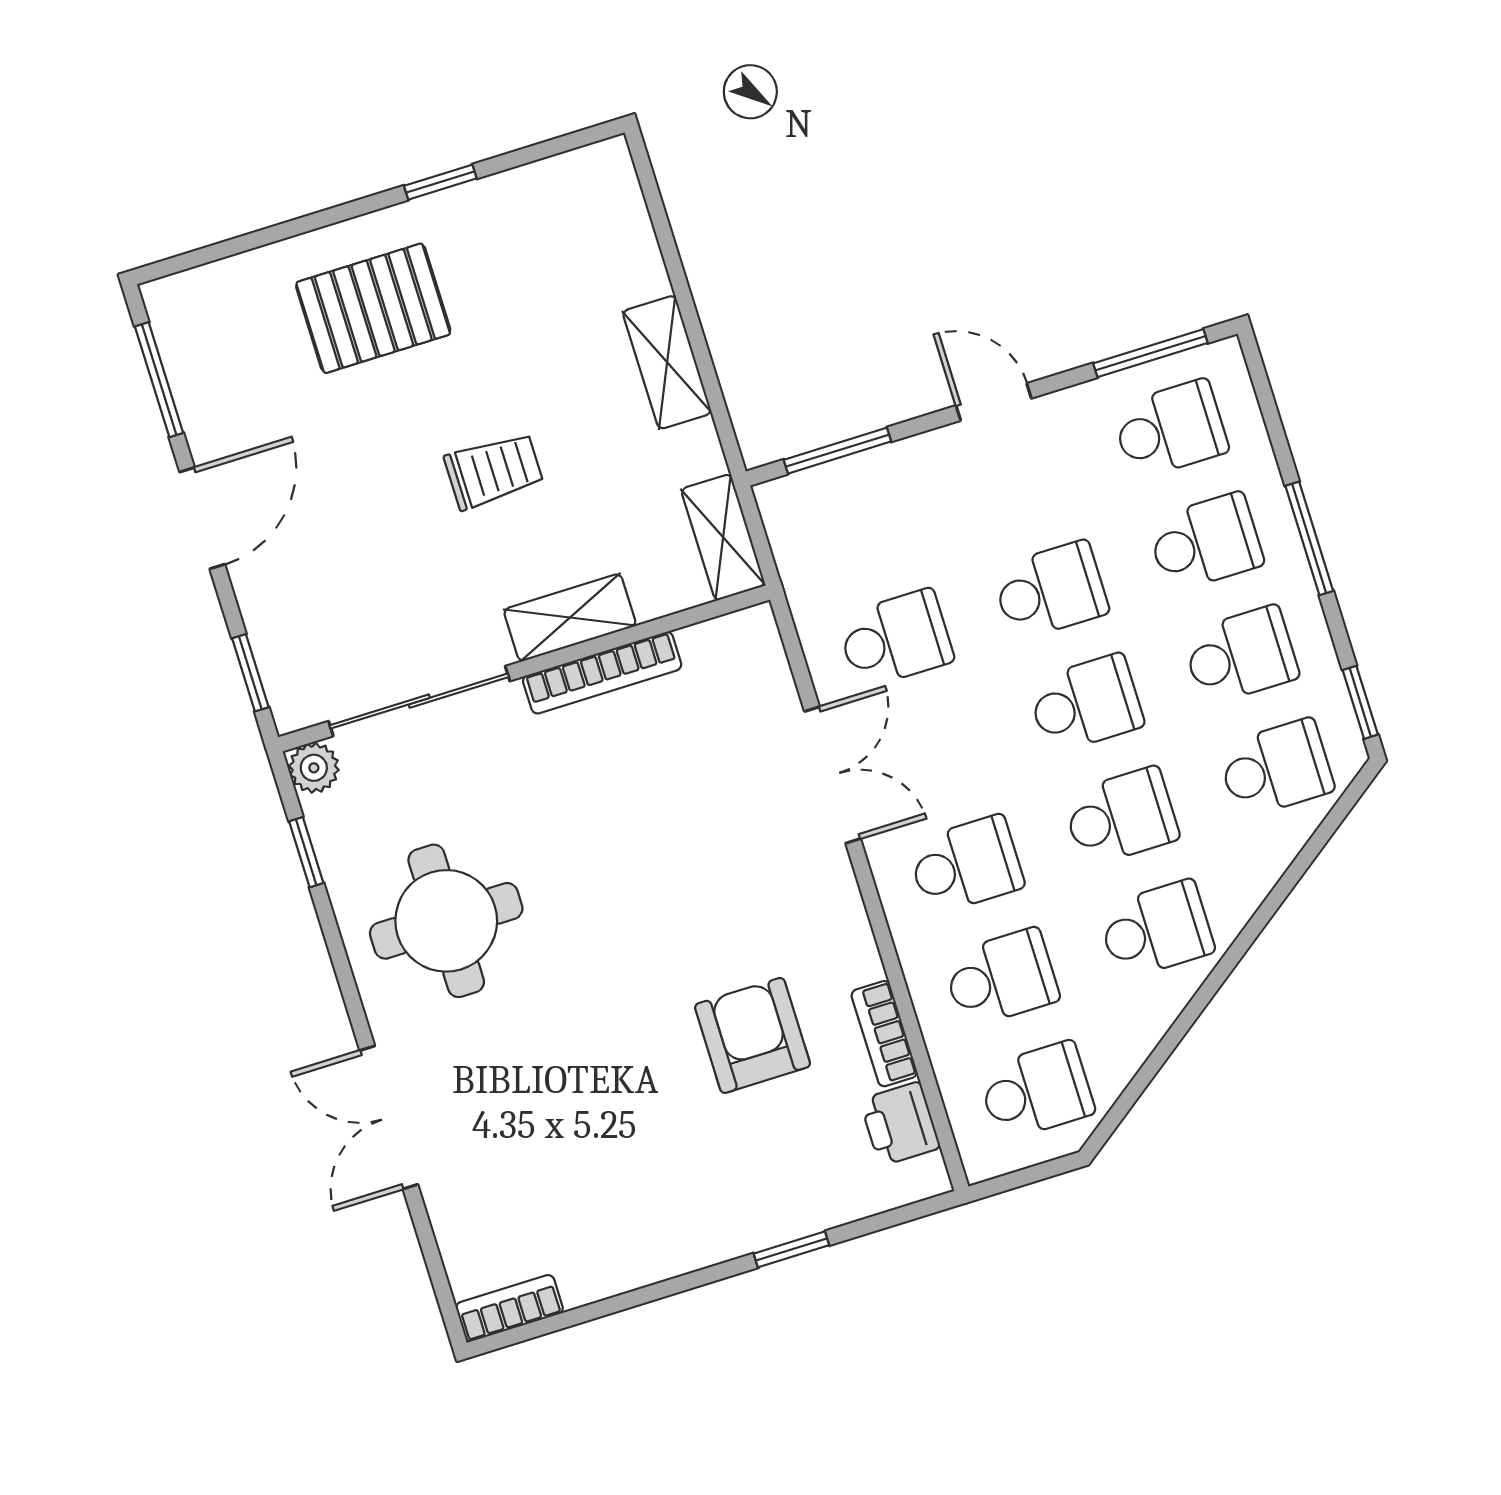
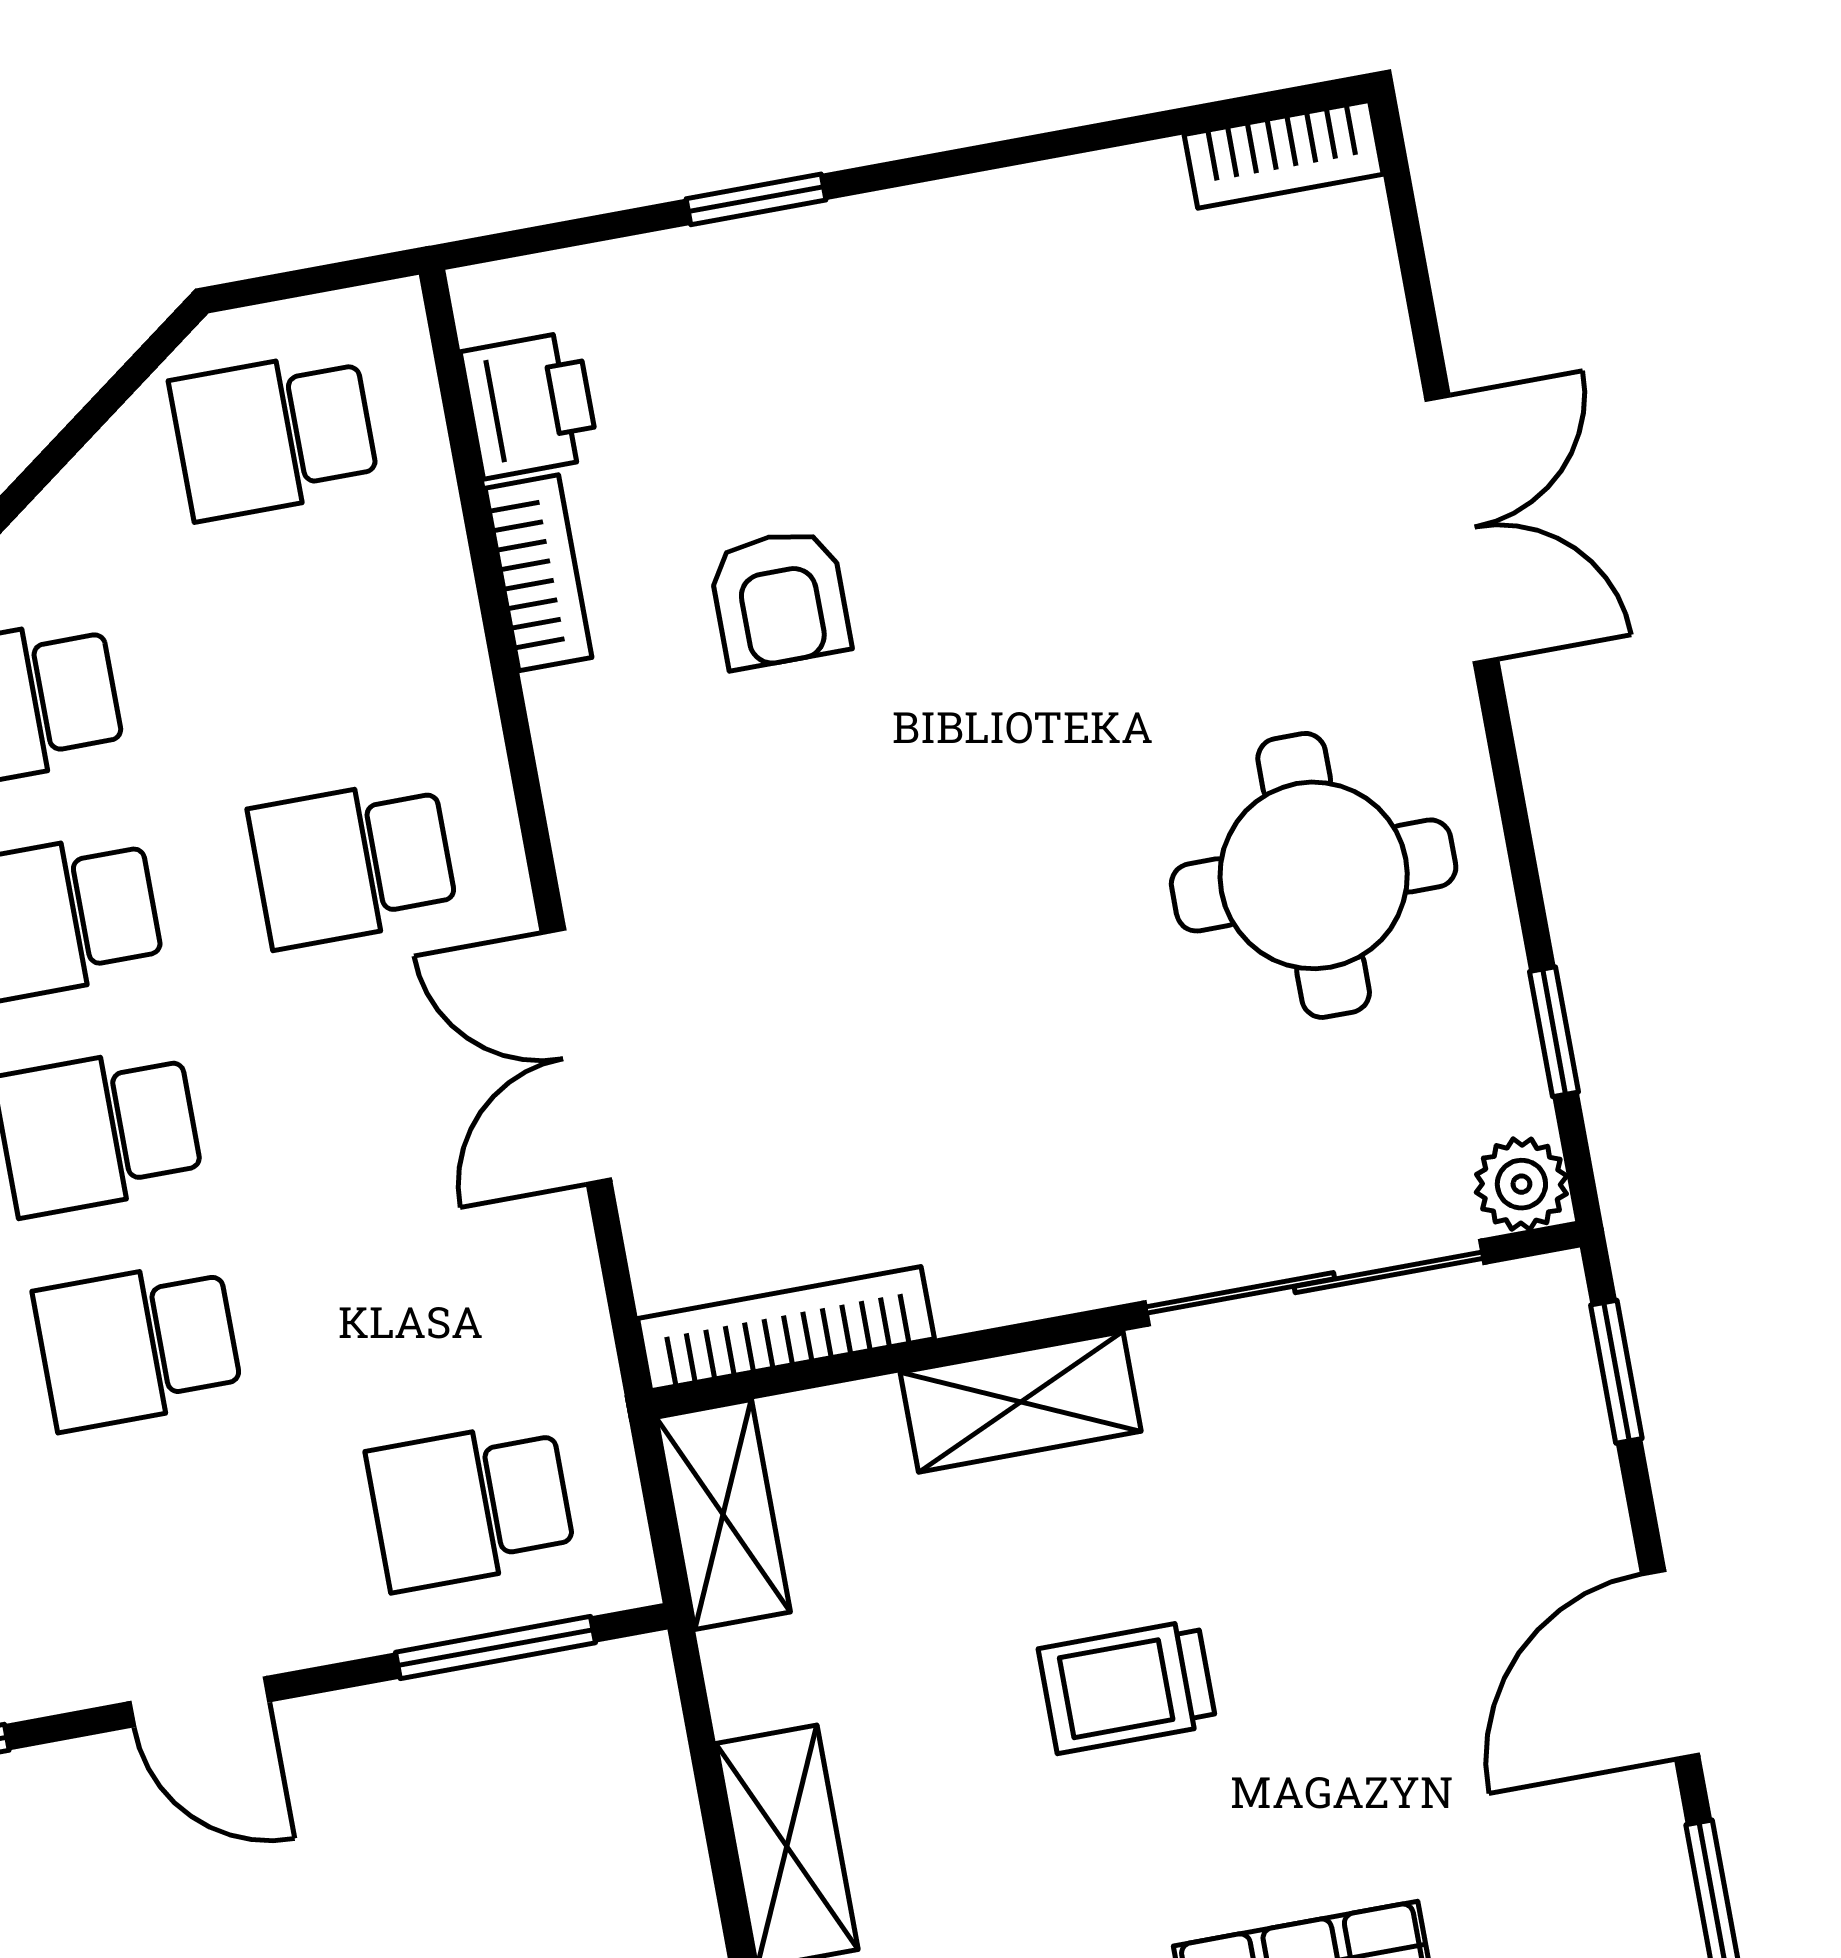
school desk: (895, 639) -> (471, 1505), moved
bookcase: (602, 673) -> (786, 1329), moved
school desk: (1001, 978) -> (313, 649), removed
armchair: (753, 1035) -> (780, 599), width x0.72, depth x0.72

